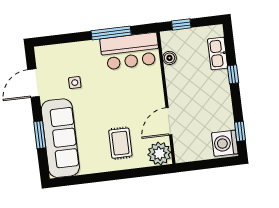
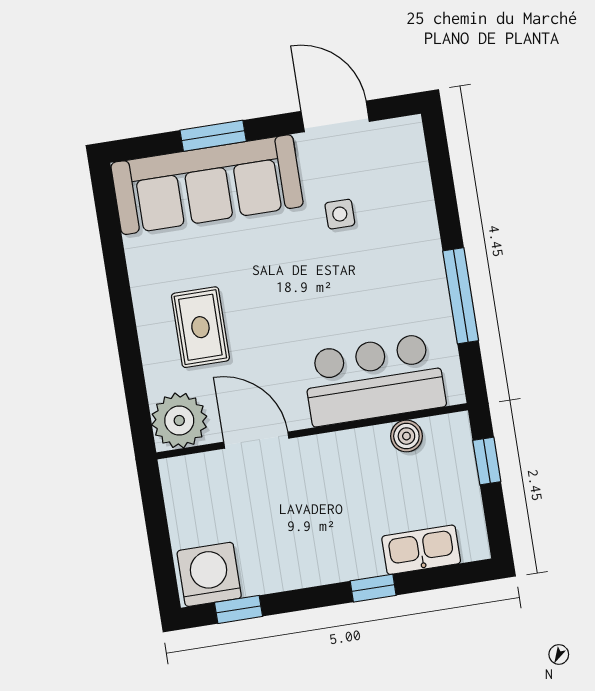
bar counter: (130, 51) -> (374, 380), moved, turned 90
rug: (120, 143) -> (200, 327), turned 90

